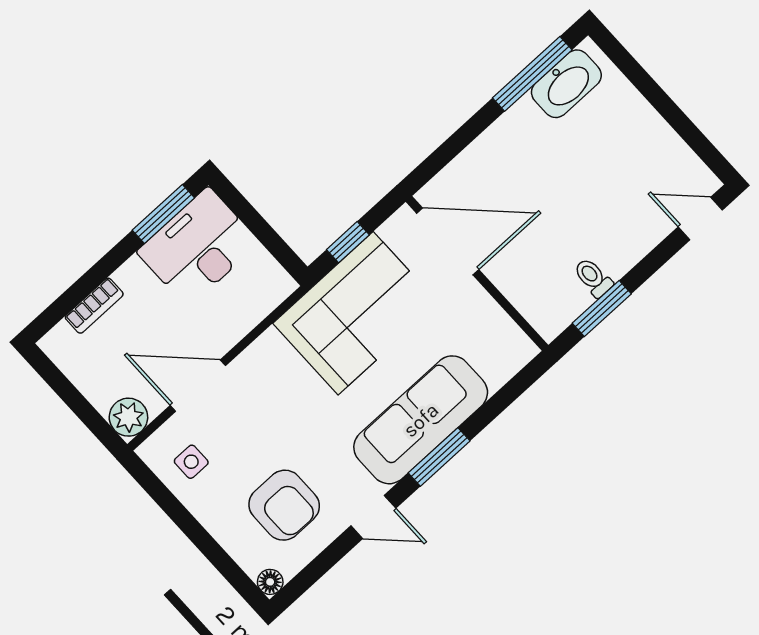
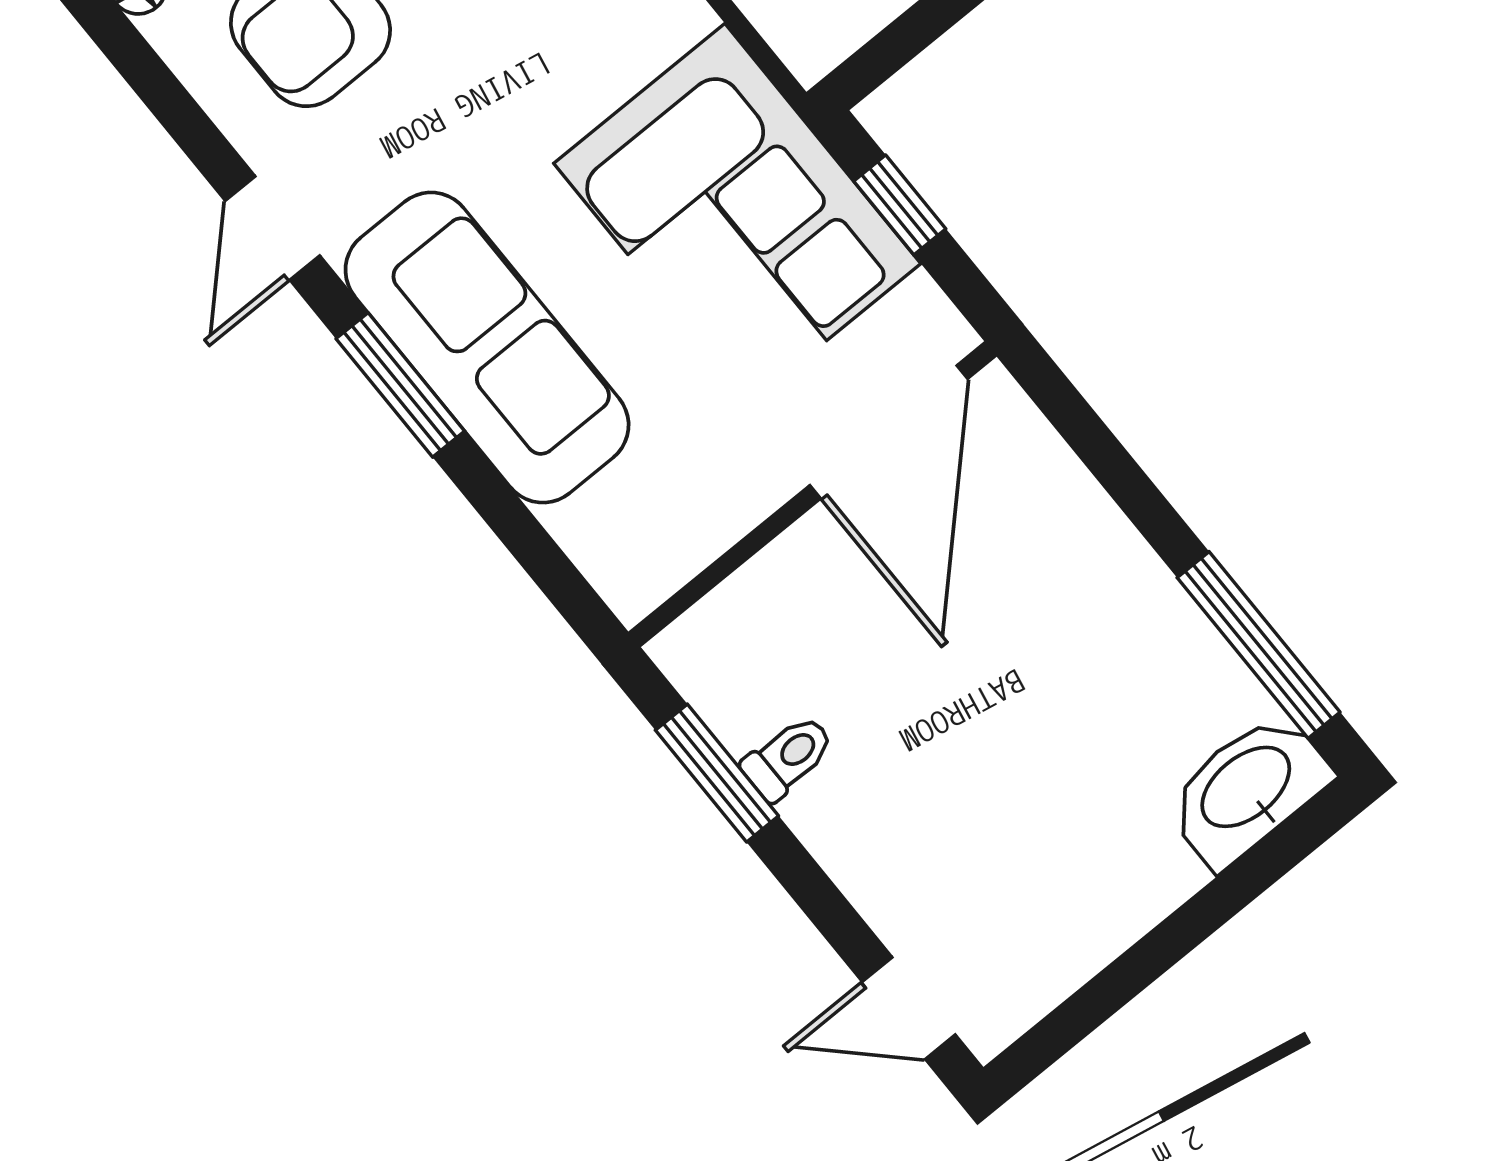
washbasin: (566, 84) -> (1248, 789), moved, turned 90
door: (700, 219) -> (909, 1008), swing flipped

